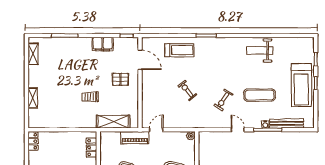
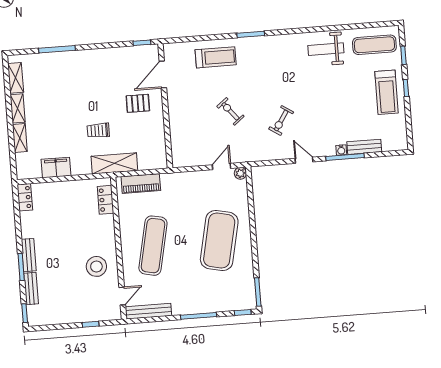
filing cabinet: (103, 44) -> (56, 168), moved, turned 180
door: (140, 60) -> (163, 75), swing flipped
shelving: (33, 76) -> (18, 108), added
treadmill: (301, 85) -> (387, 92), width x0.73, depth x0.73
exercise mat: (260, 95) -> (374, 45), moved
shelving: (113, 122) -> (114, 163), moved
bench: (287, 124) -> (364, 147), width x0.73
door: (156, 130) -> (221, 167), moved
piano: (135, 138) -> (141, 184), moved

